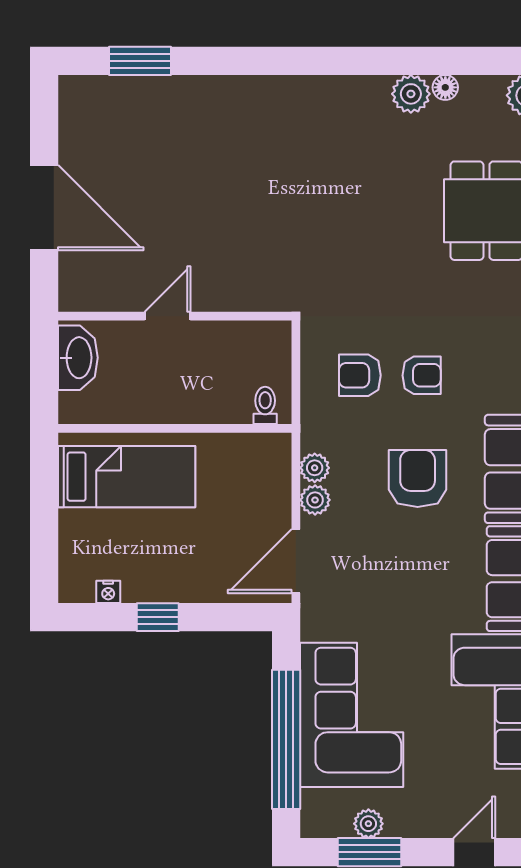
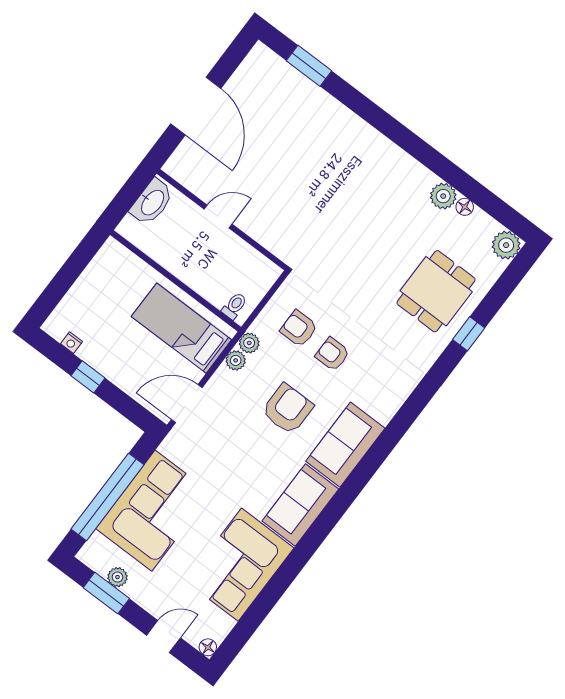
armchair: (422, 375) -> (332, 354), turned 180
bed: (127, 477) -> (181, 328), moved, turned 180
plant: (315, 500) -> (249, 343), moved

